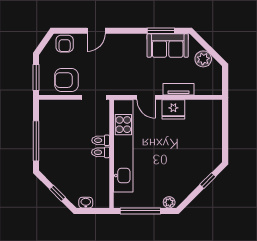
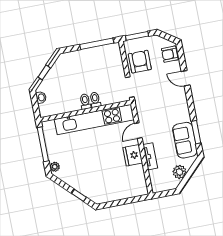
window: (36, 141) -> (97, 44), moved

